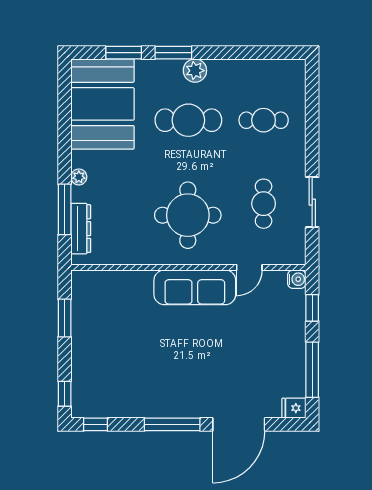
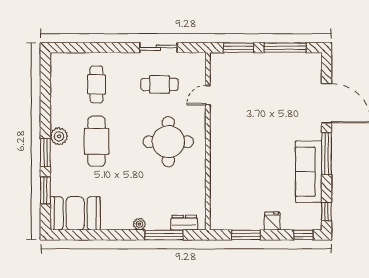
booth: (102, 104) -> (75, 213), width x0.73, depth x0.70
dresser: (81, 229) -> (184, 223), width x0.70
door: (249, 267) -> (208, 95), swing flipped
water cooler: (297, 279) -> (217, 59), removed
sofa: (195, 287) -> (309, 172), moved, turned 180
window: (312, 308) -> (238, 48), width x1.50
fridge: (294, 408) -> (272, 221), moved, turned 180

